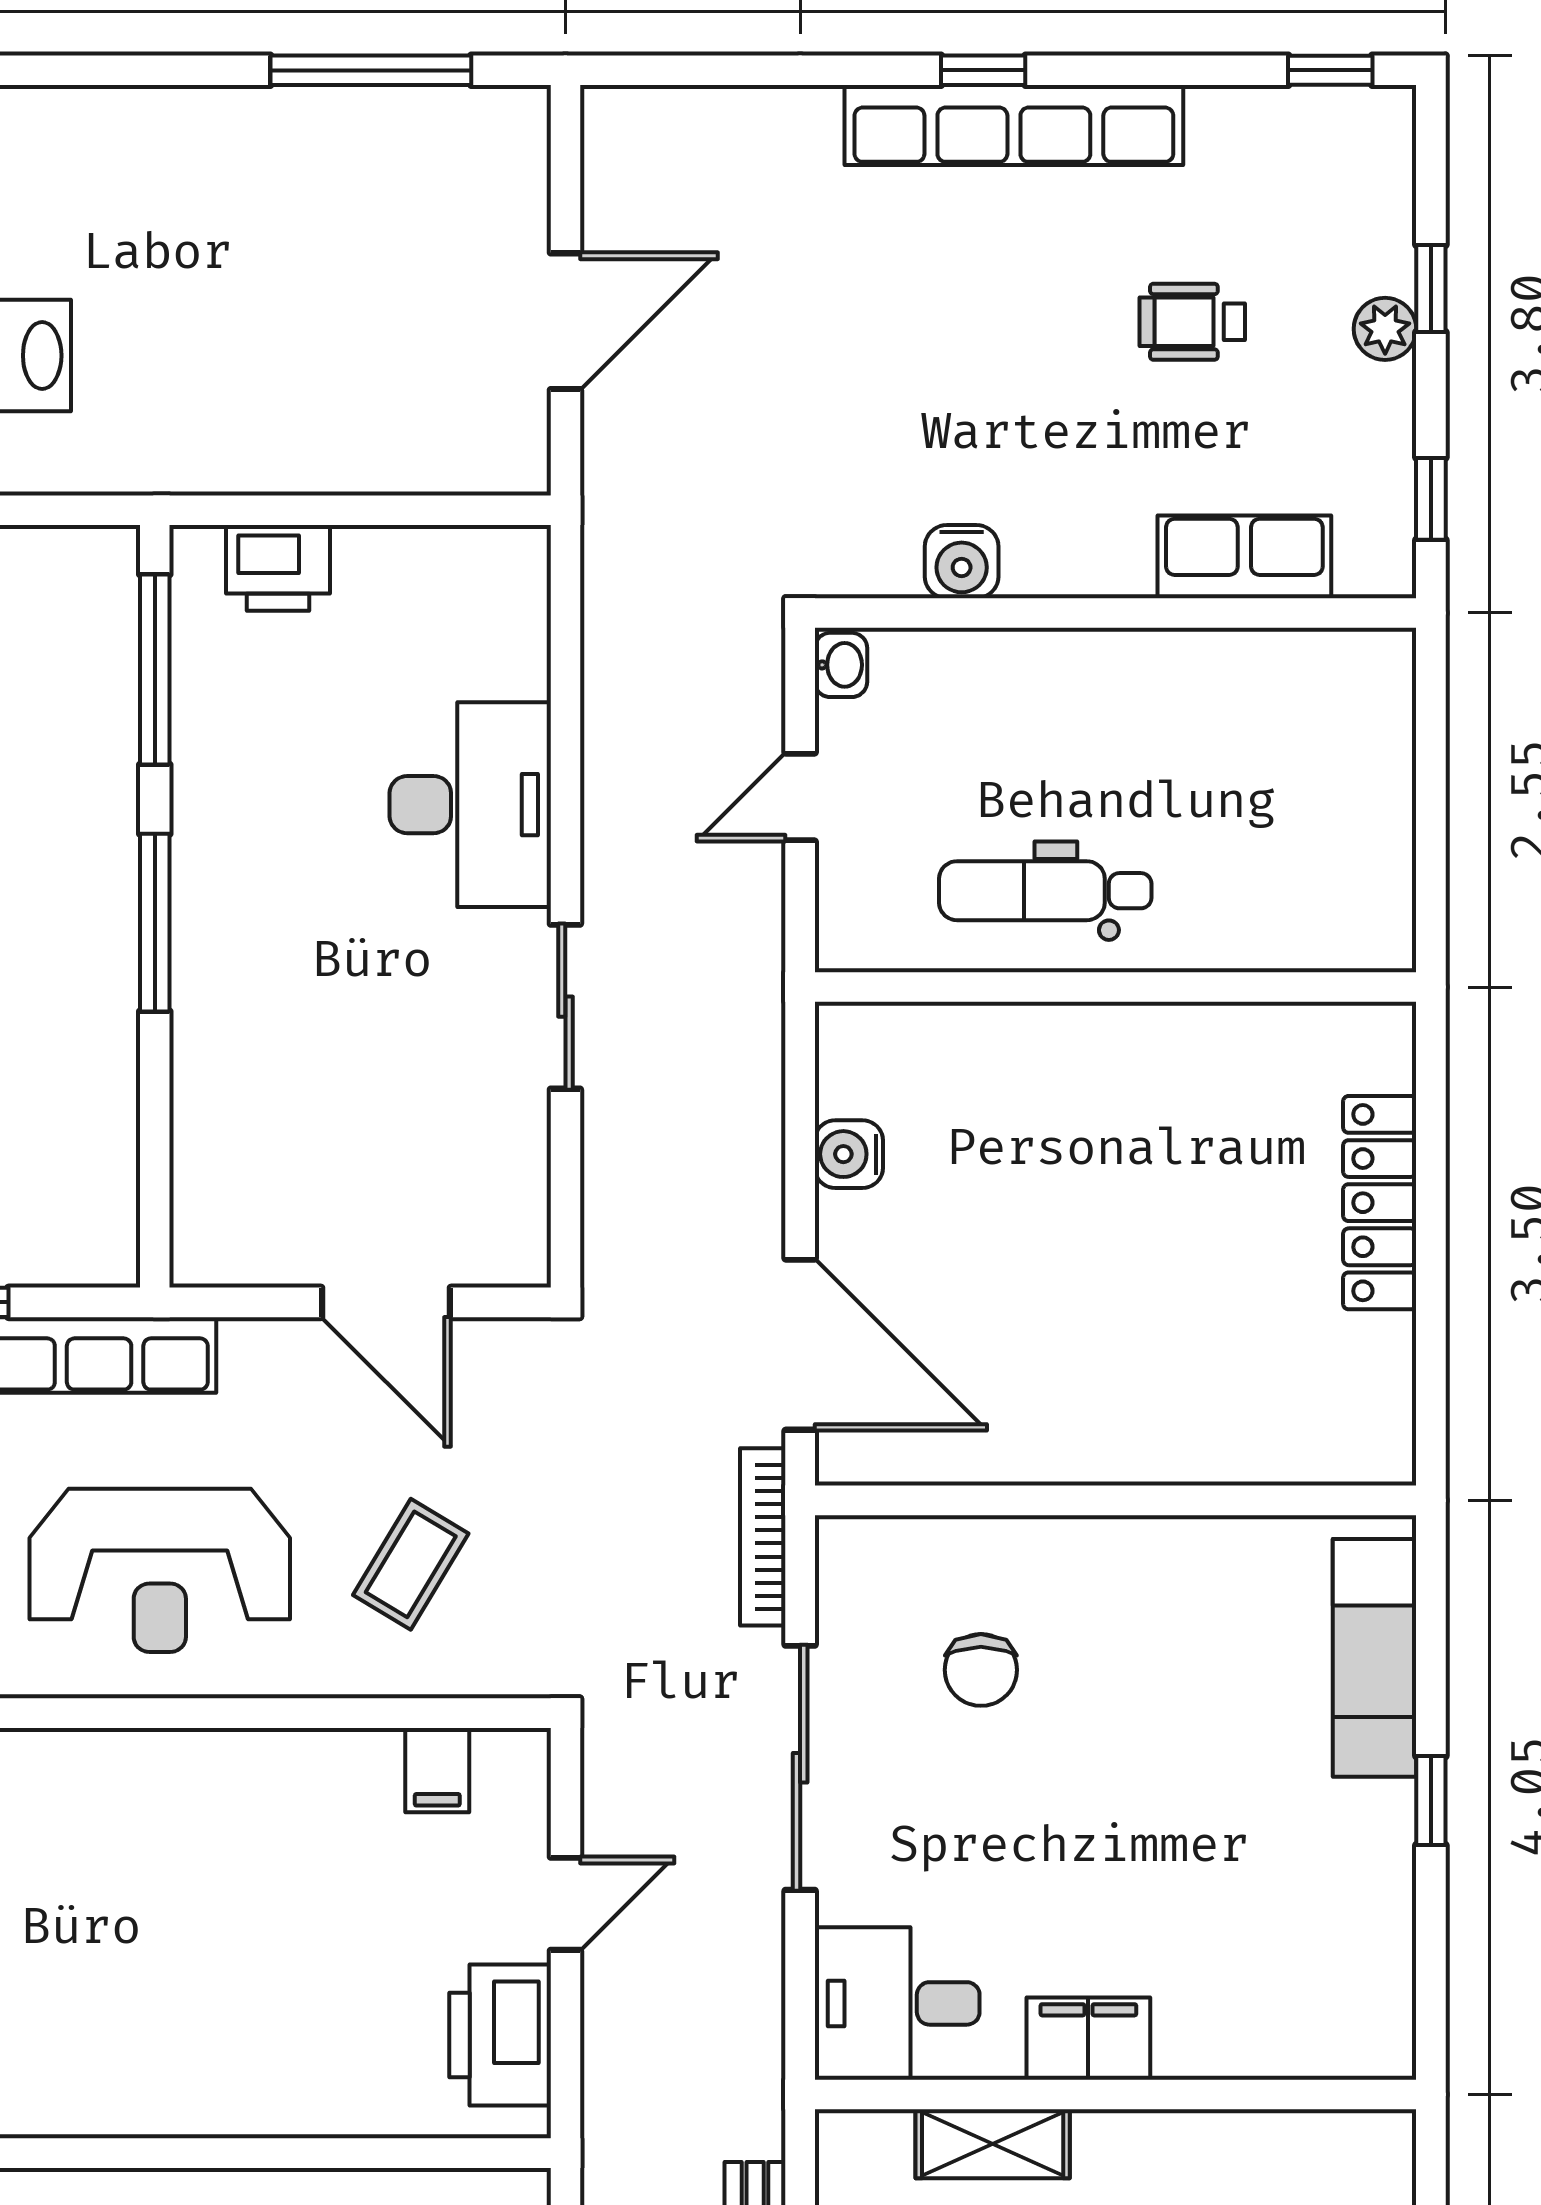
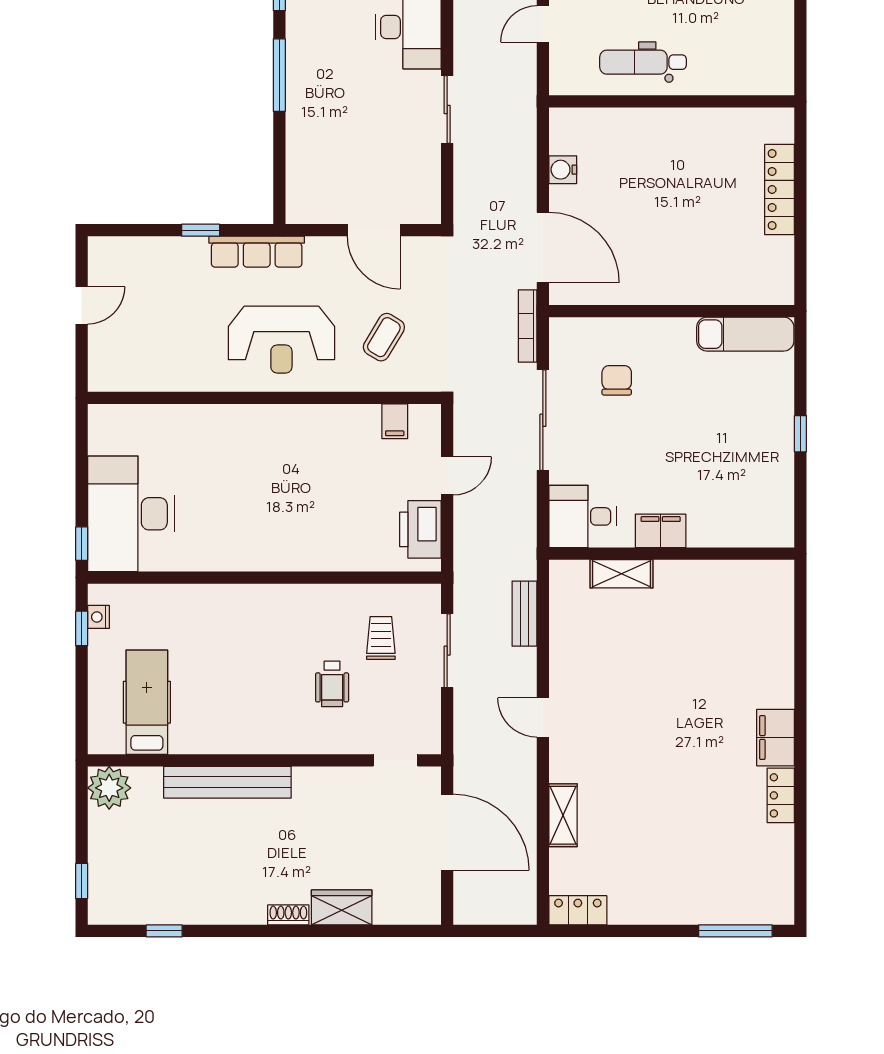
exam couch: (1375, 1658) -> (745, 334), moved, turned -90
chair: (981, 1670) -> (617, 380), turned 180

